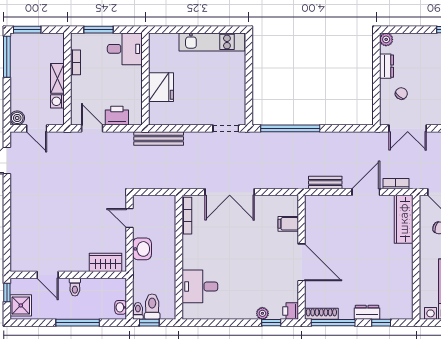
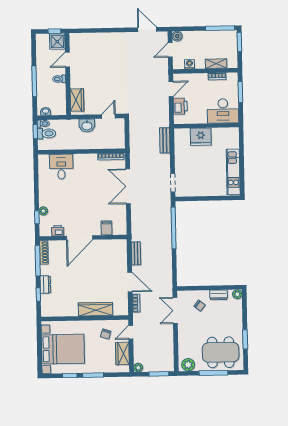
desk: (125, 49) -> (223, 111), width x1.37
shelving: (57, 78) -> (216, 64), moved
bench: (159, 138) -> (165, 140), width x0.73
wardrobe: (404, 219) -> (95, 309), moved
shower: (21, 305) -> (57, 42), moved
printer: (291, 311) -> (58, 231), moved

